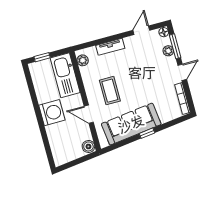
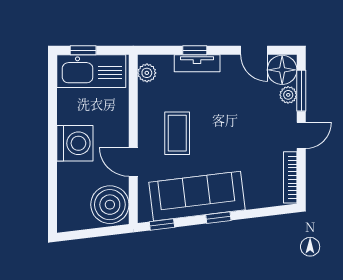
door: (141, 30) -> (254, 50), swing flipped
floor lamp: (164, 32) -> (282, 70), width x1.89, depth x1.89
window: (107, 40) -> (195, 50), added
kitchen sink: (65, 75) -> (91, 71), moved, turned -90
boiler: (88, 146) -> (110, 205), width x1.86, depth x1.86
window: (115, 146) -> (162, 224), added

